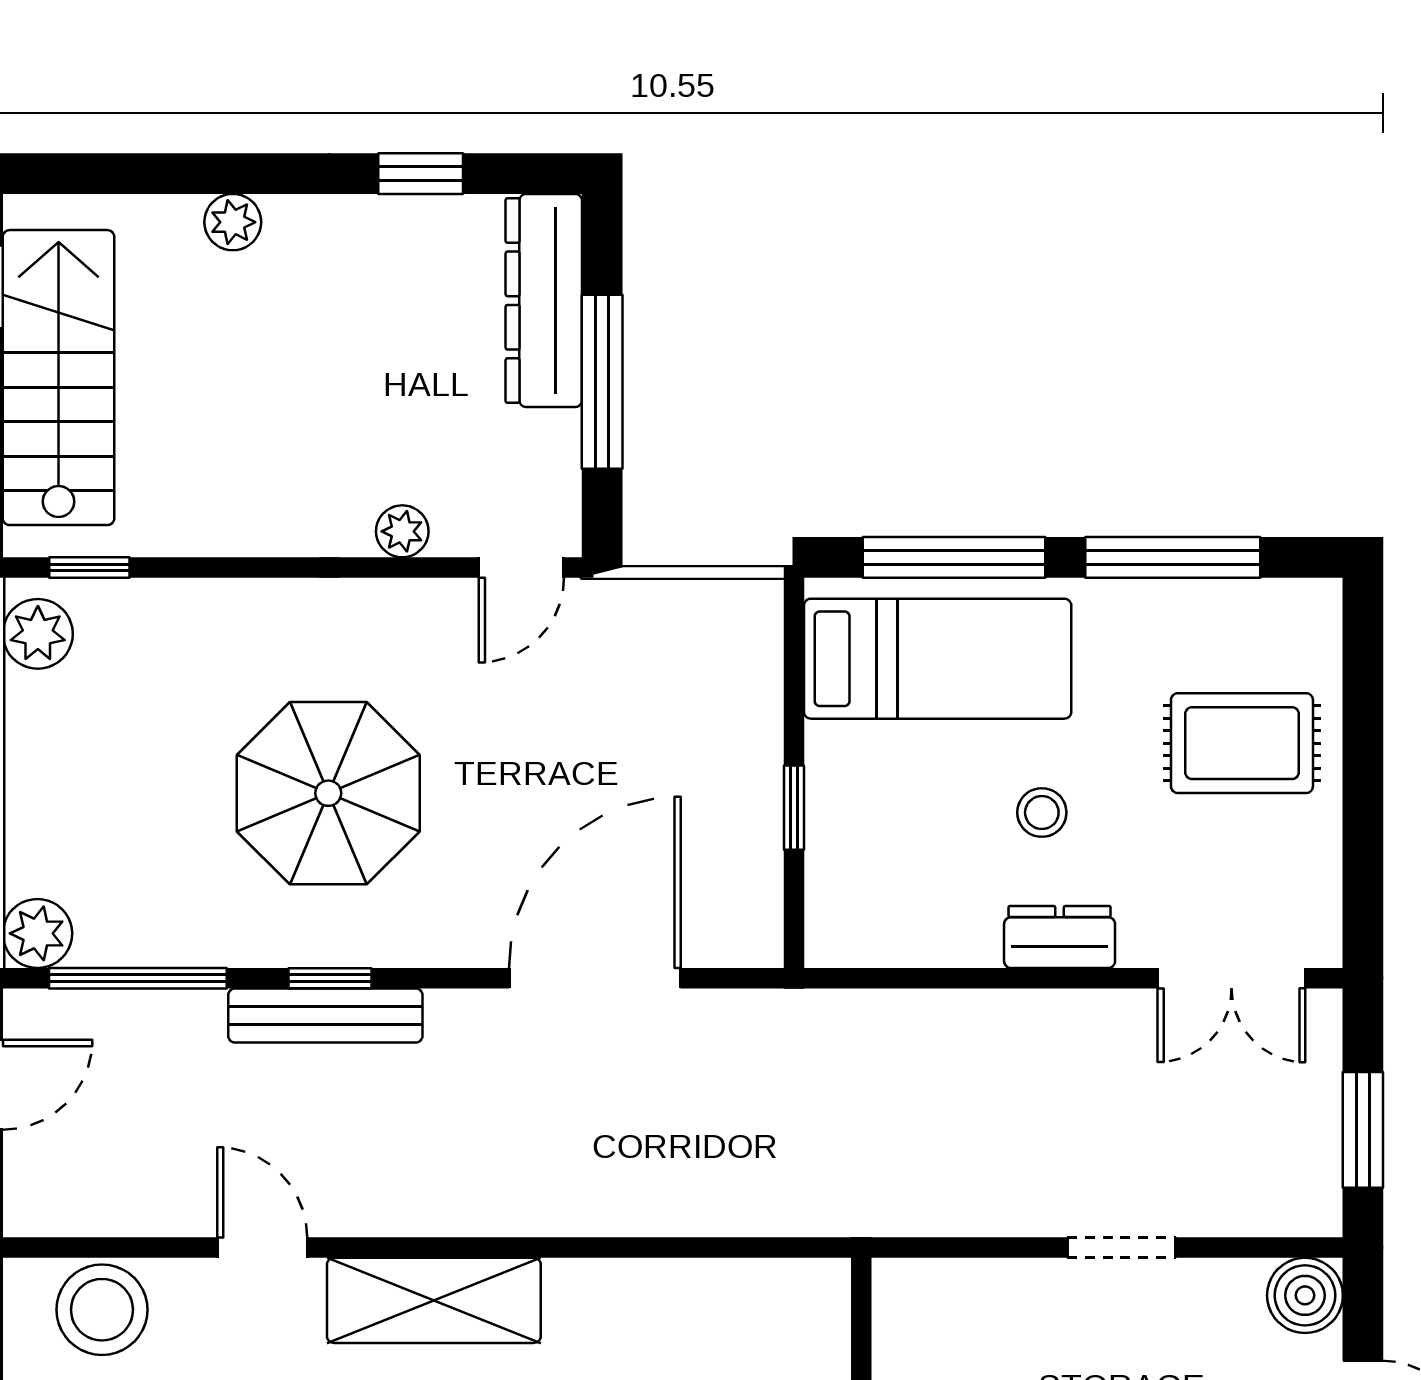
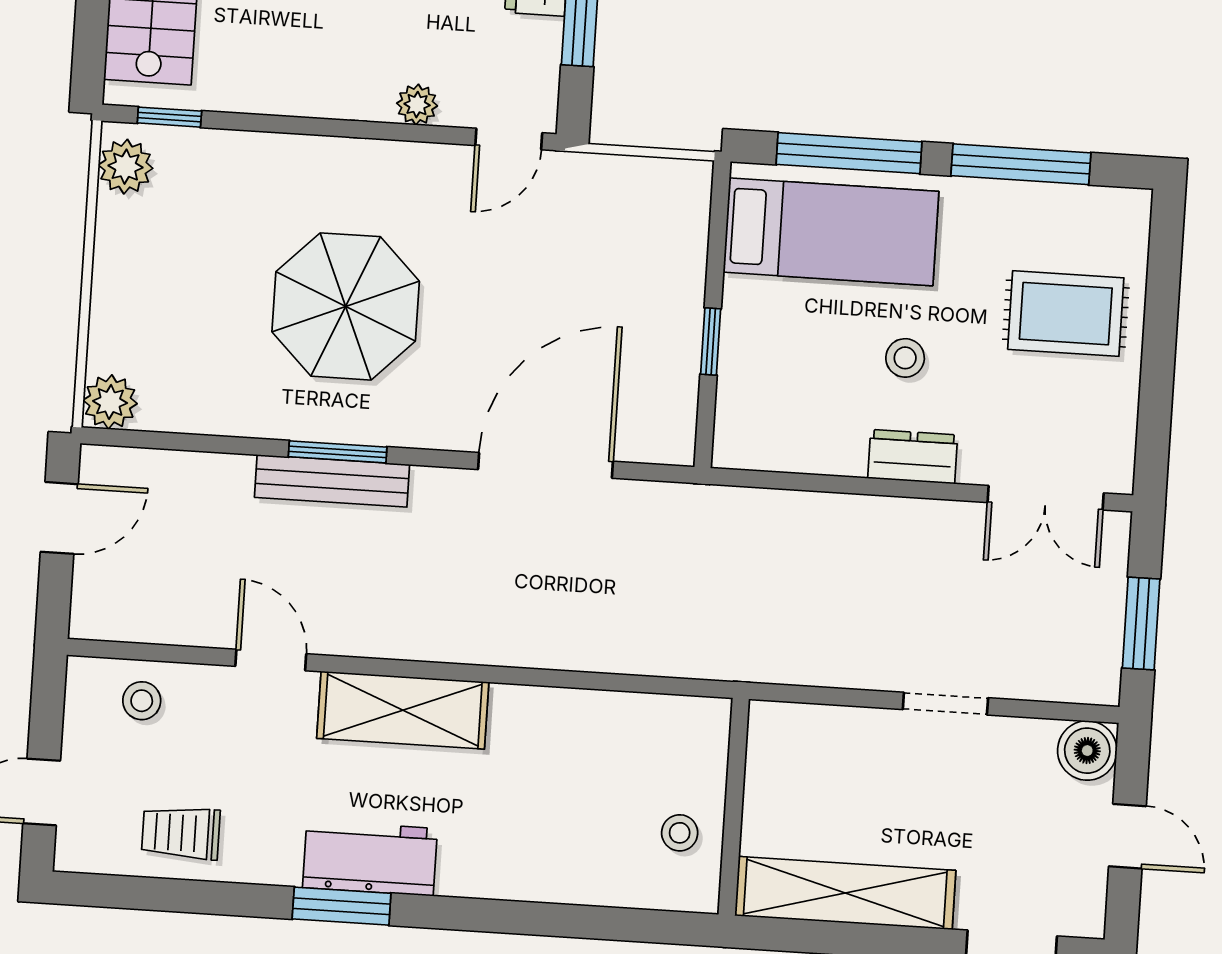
window: (138, 978) -> (187, 442), removed
window: (330, 978) -> (338, 452), width x1.50
stool: (102, 1310) -> (142, 701), width x0.53, depth x0.53

